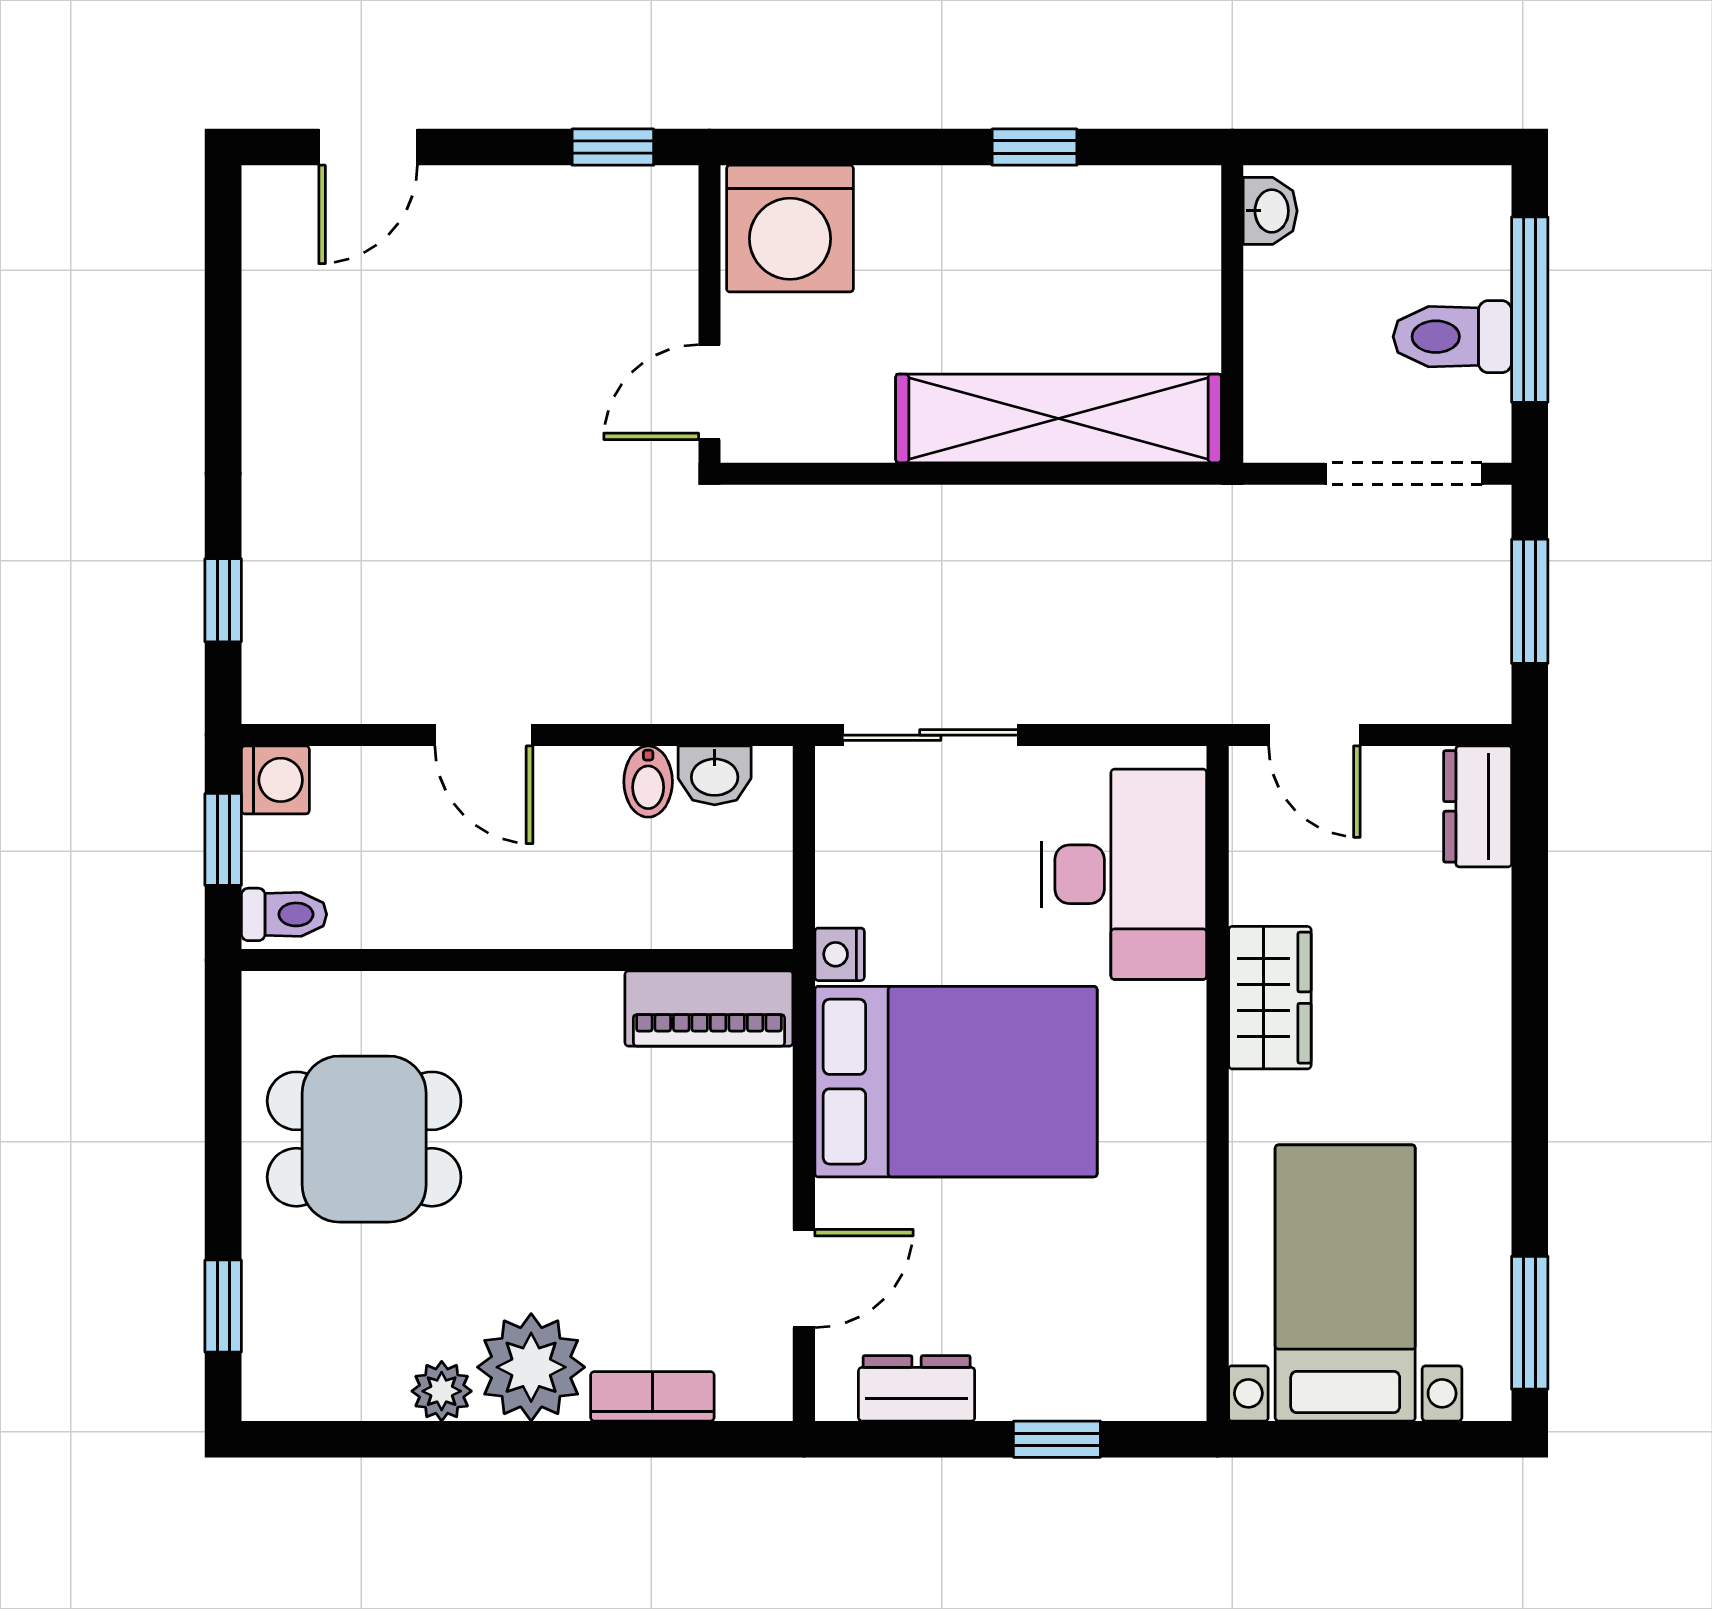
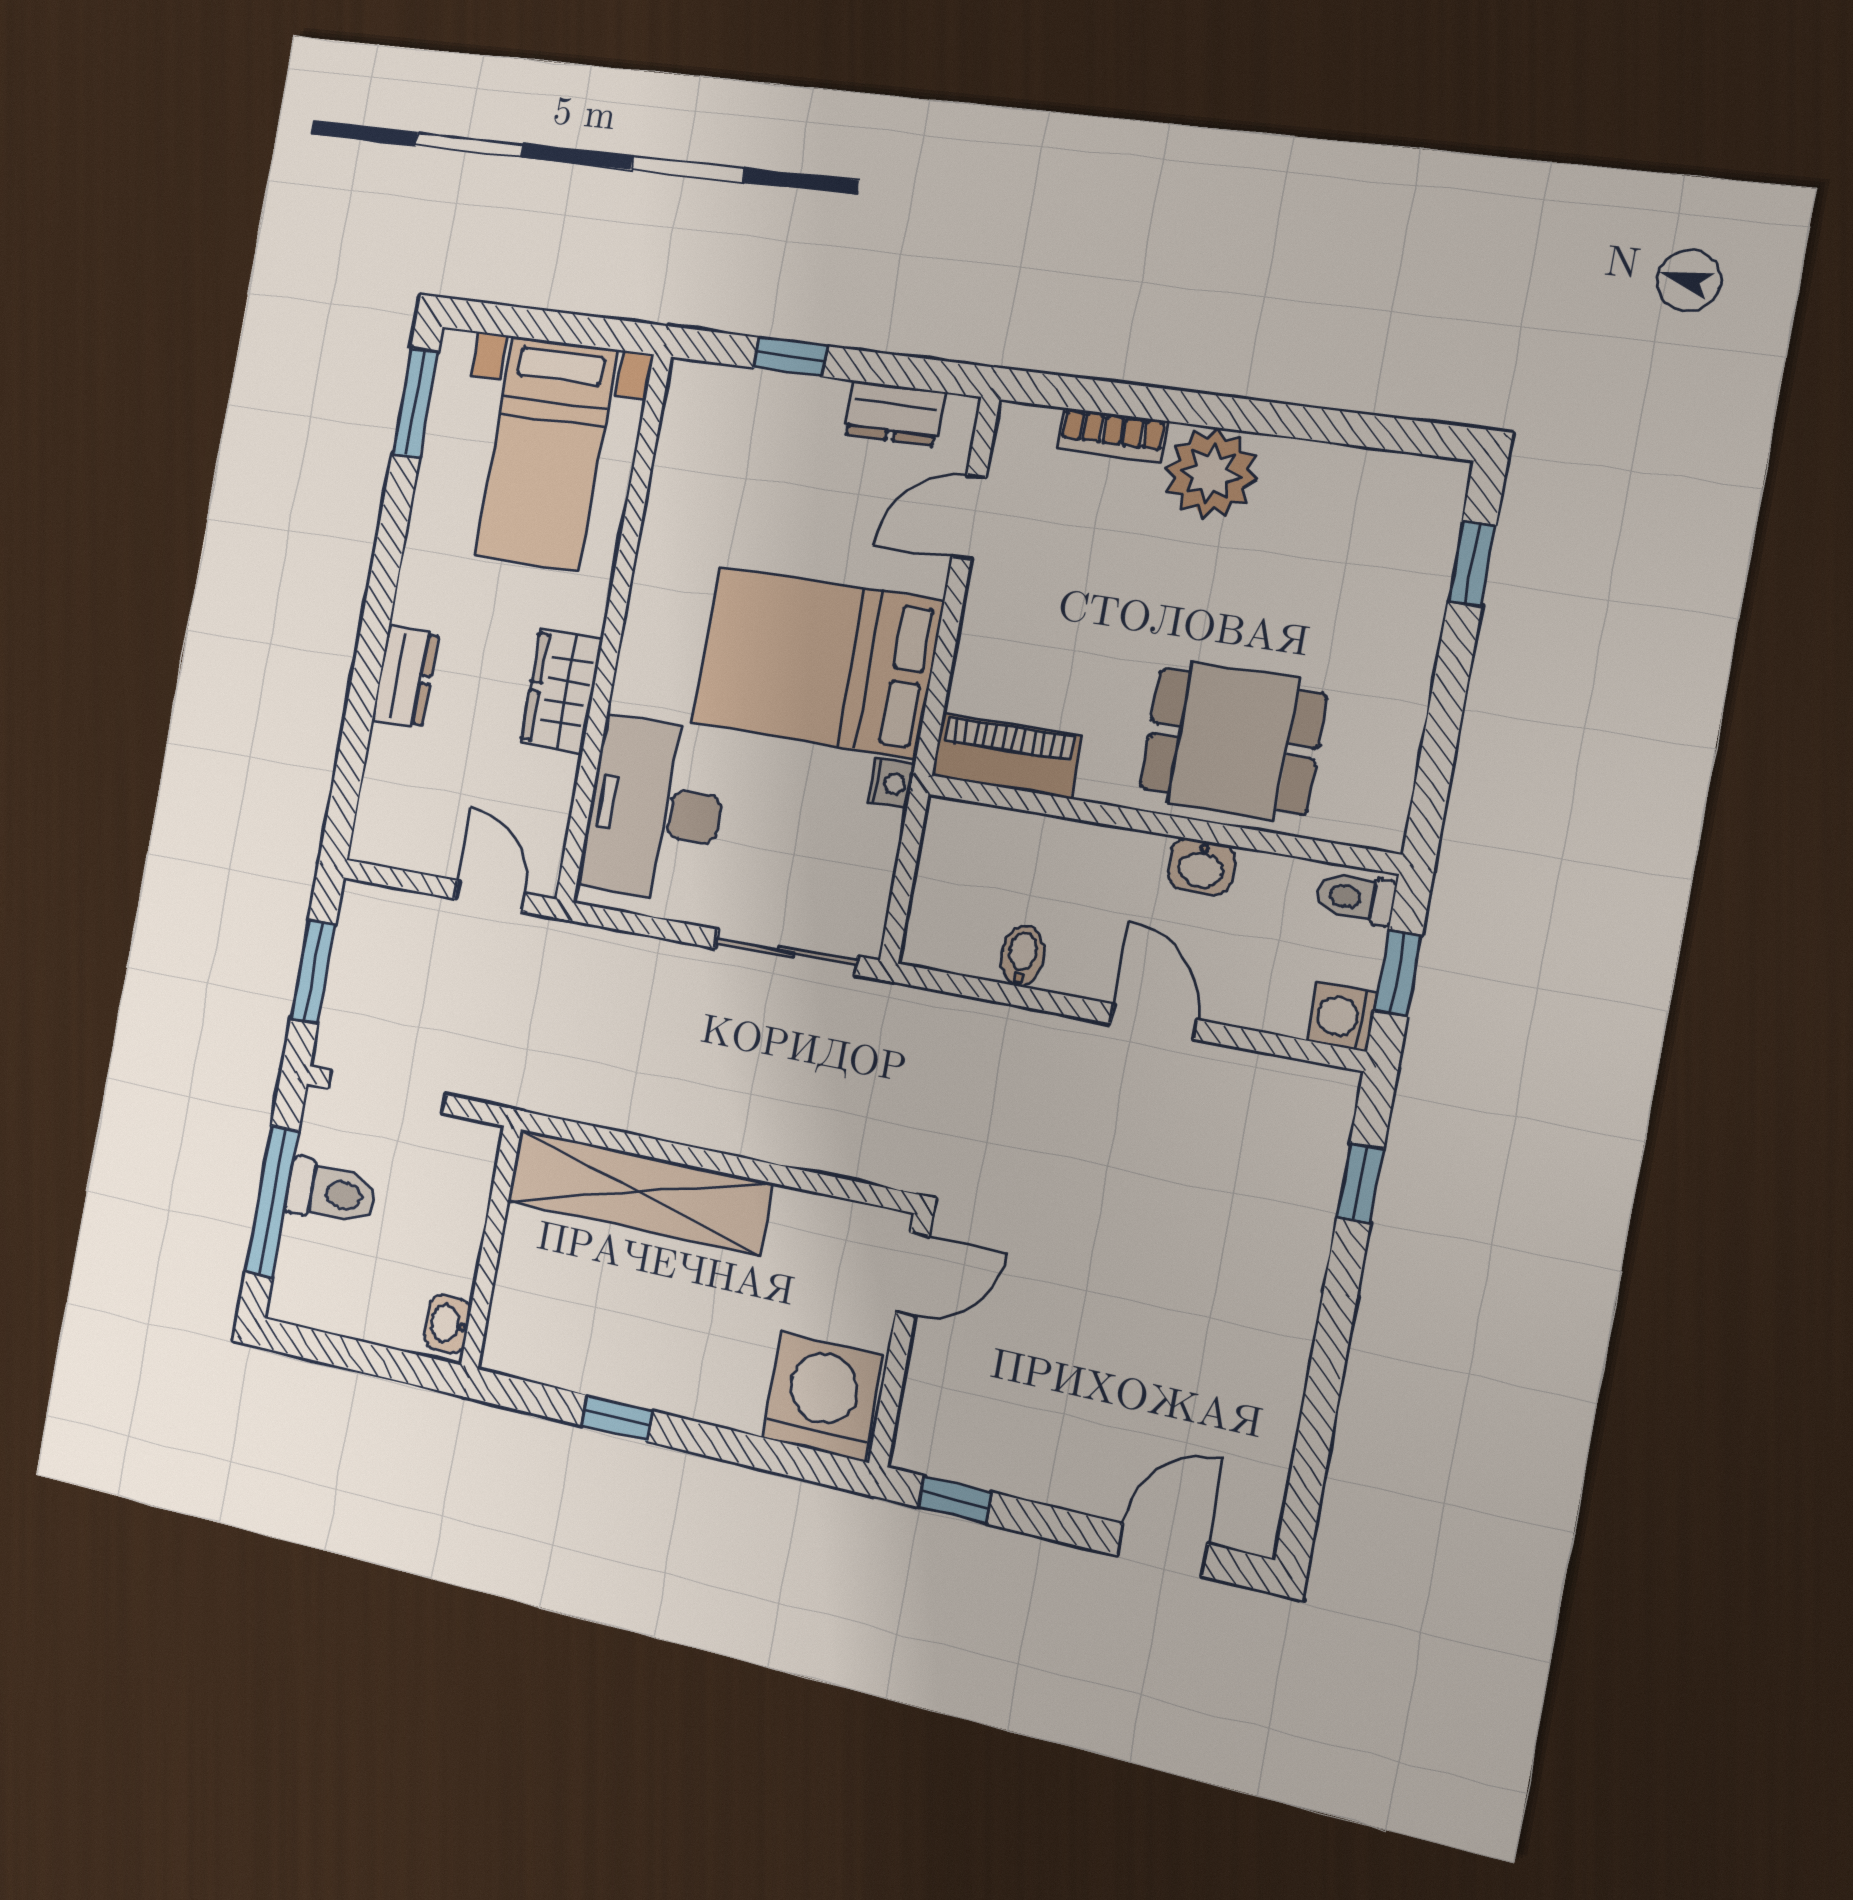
washbasin: (715, 775) -> (1201, 866), moved, turned 180
dresser: (1478, 806) -> (405, 677), moved
dining table: (364, 1139) -> (1233, 741), moved
plant: (442, 1391) -> (1292, 463), removed

